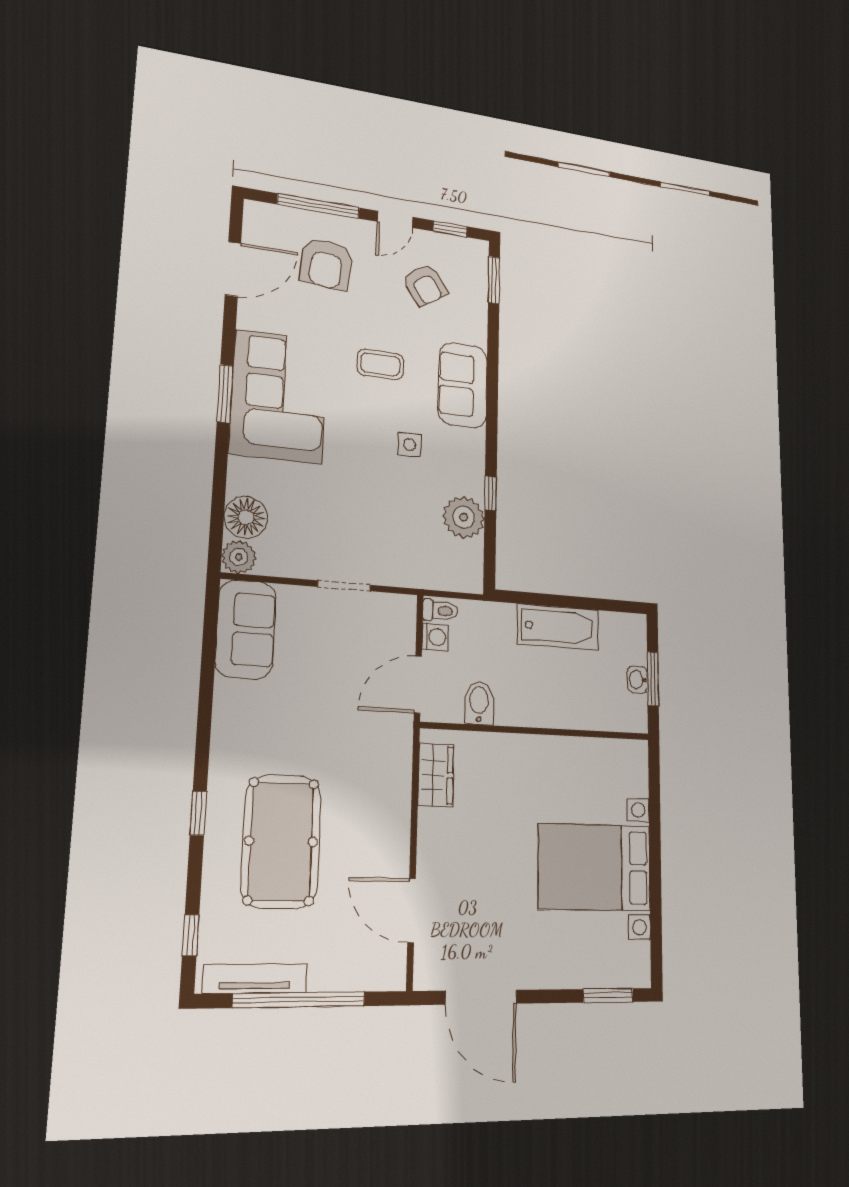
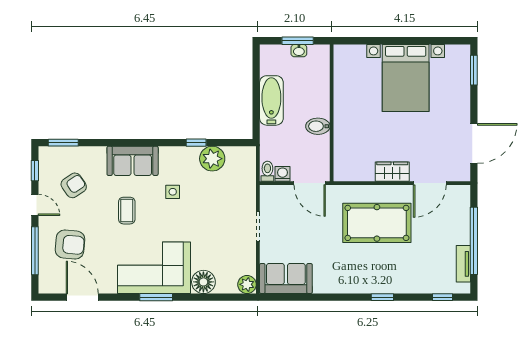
floor lamp: (246, 517) -> (203, 282), moved
bidet: (479, 703) -> (318, 126), moved
wardrobe: (436, 775) -> (392, 172), moved
pool table: (281, 841) -> (377, 223), moved
tv unit: (255, 978) -> (463, 264), width x0.71

